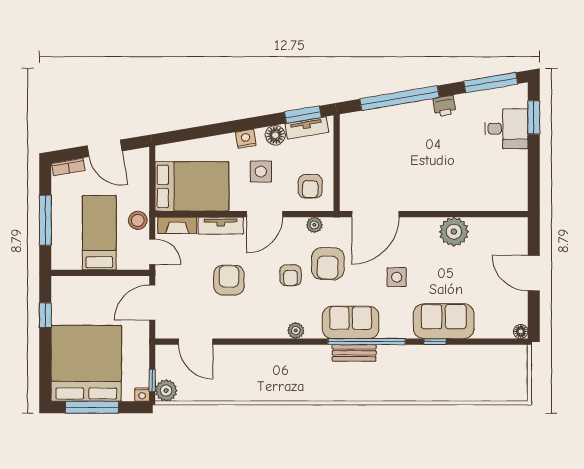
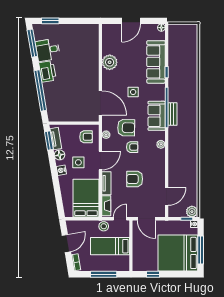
printer: (444, 106) -> (47, 71), width x1.87, depth x1.48
desk: (506, 129) -> (48, 50), moved, turned -100
door: (264, 214) -> (100, 161), hinge flipped
sofa: (444, 321) -> (156, 62), width x1.36

